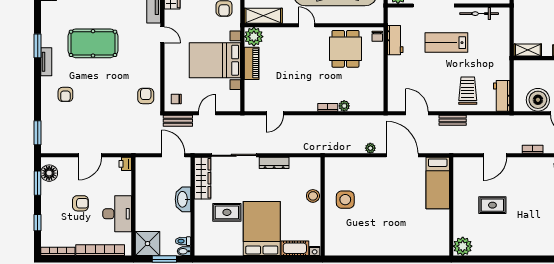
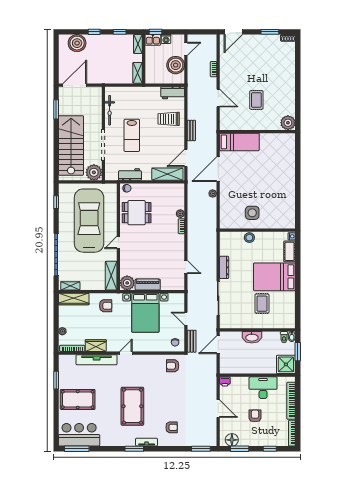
shelving: (396, 89) -> (167, 174), added
wardrobe: (203, 178) -> (236, 322), removed

